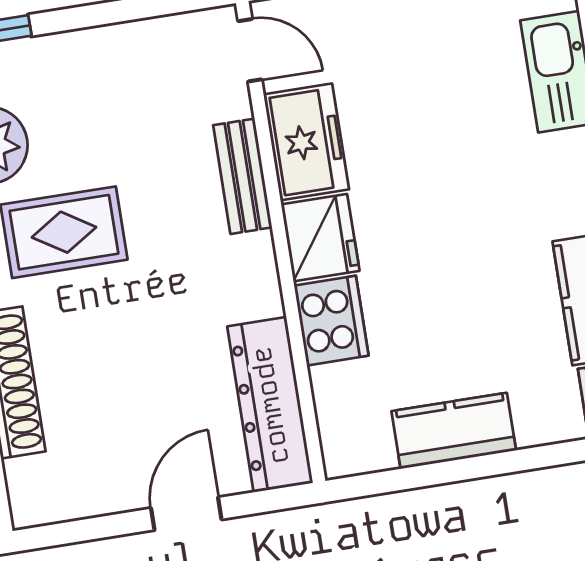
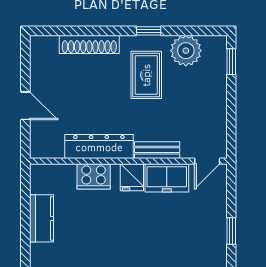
fridge: (320, 238) -> (132, 177), width x0.72
dresser: (270, 405) -> (99, 147), moved

